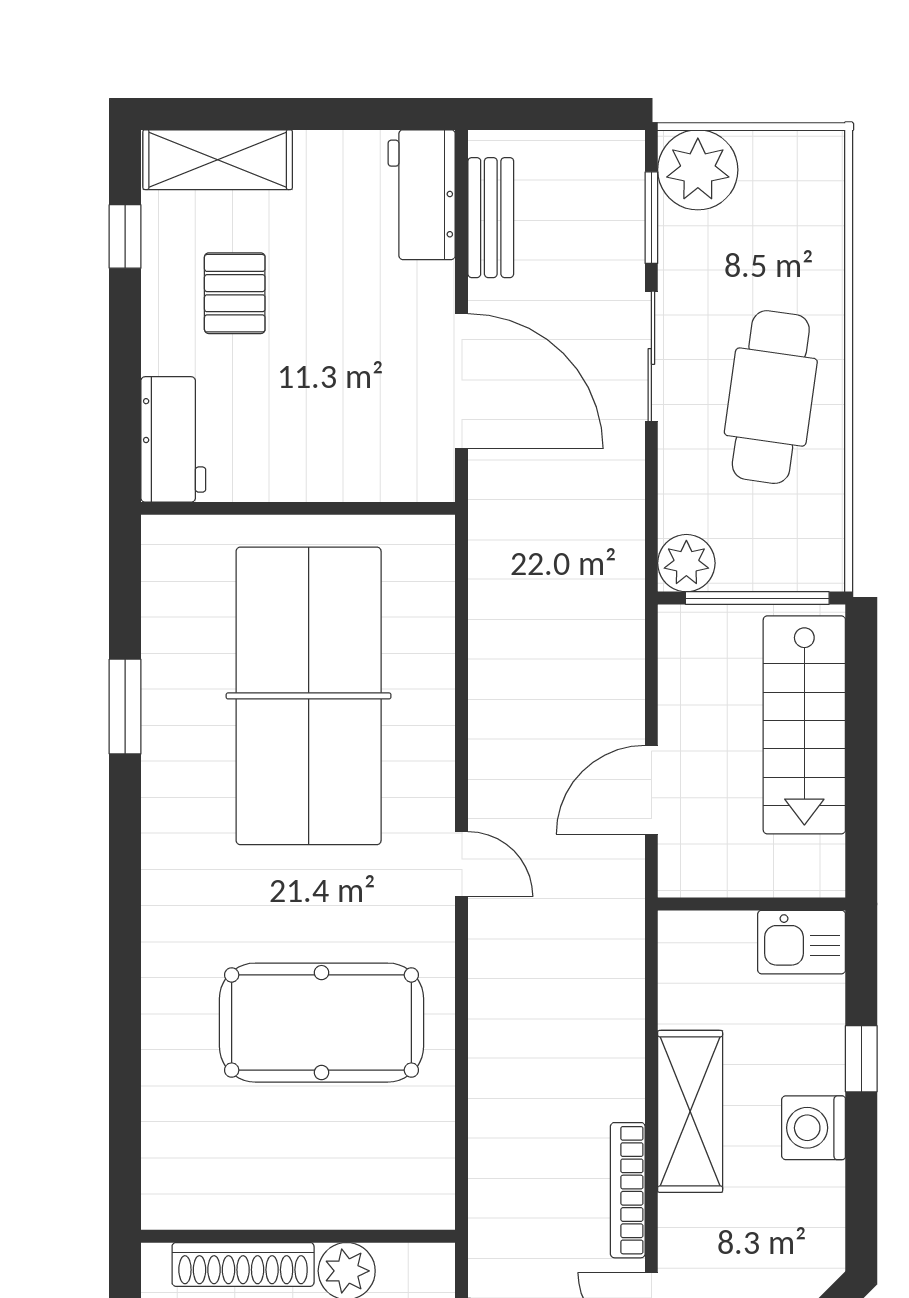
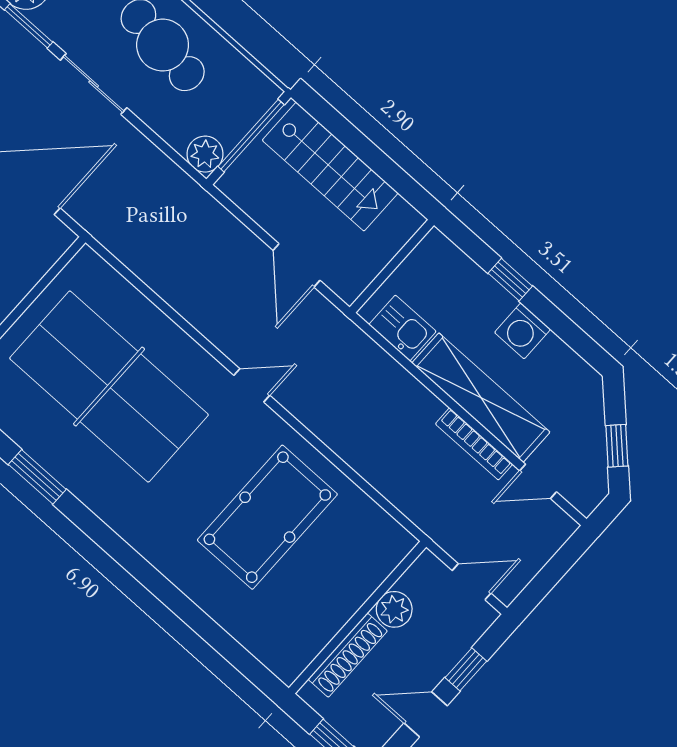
kitchen sink: (802, 942) -> (403, 328), moved, turned -90
shelving: (690, 1111) -> (481, 398), width x1.47

